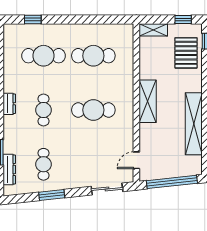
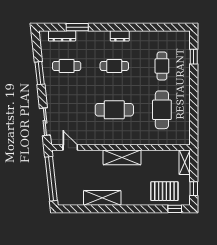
cafe table: (44, 56) -> (162, 66), width x0.73, depth x0.74
cafe table: (93, 110) -> (114, 110), turned 90
shelving: (194, 124) -> (102, 198), width x0.68

